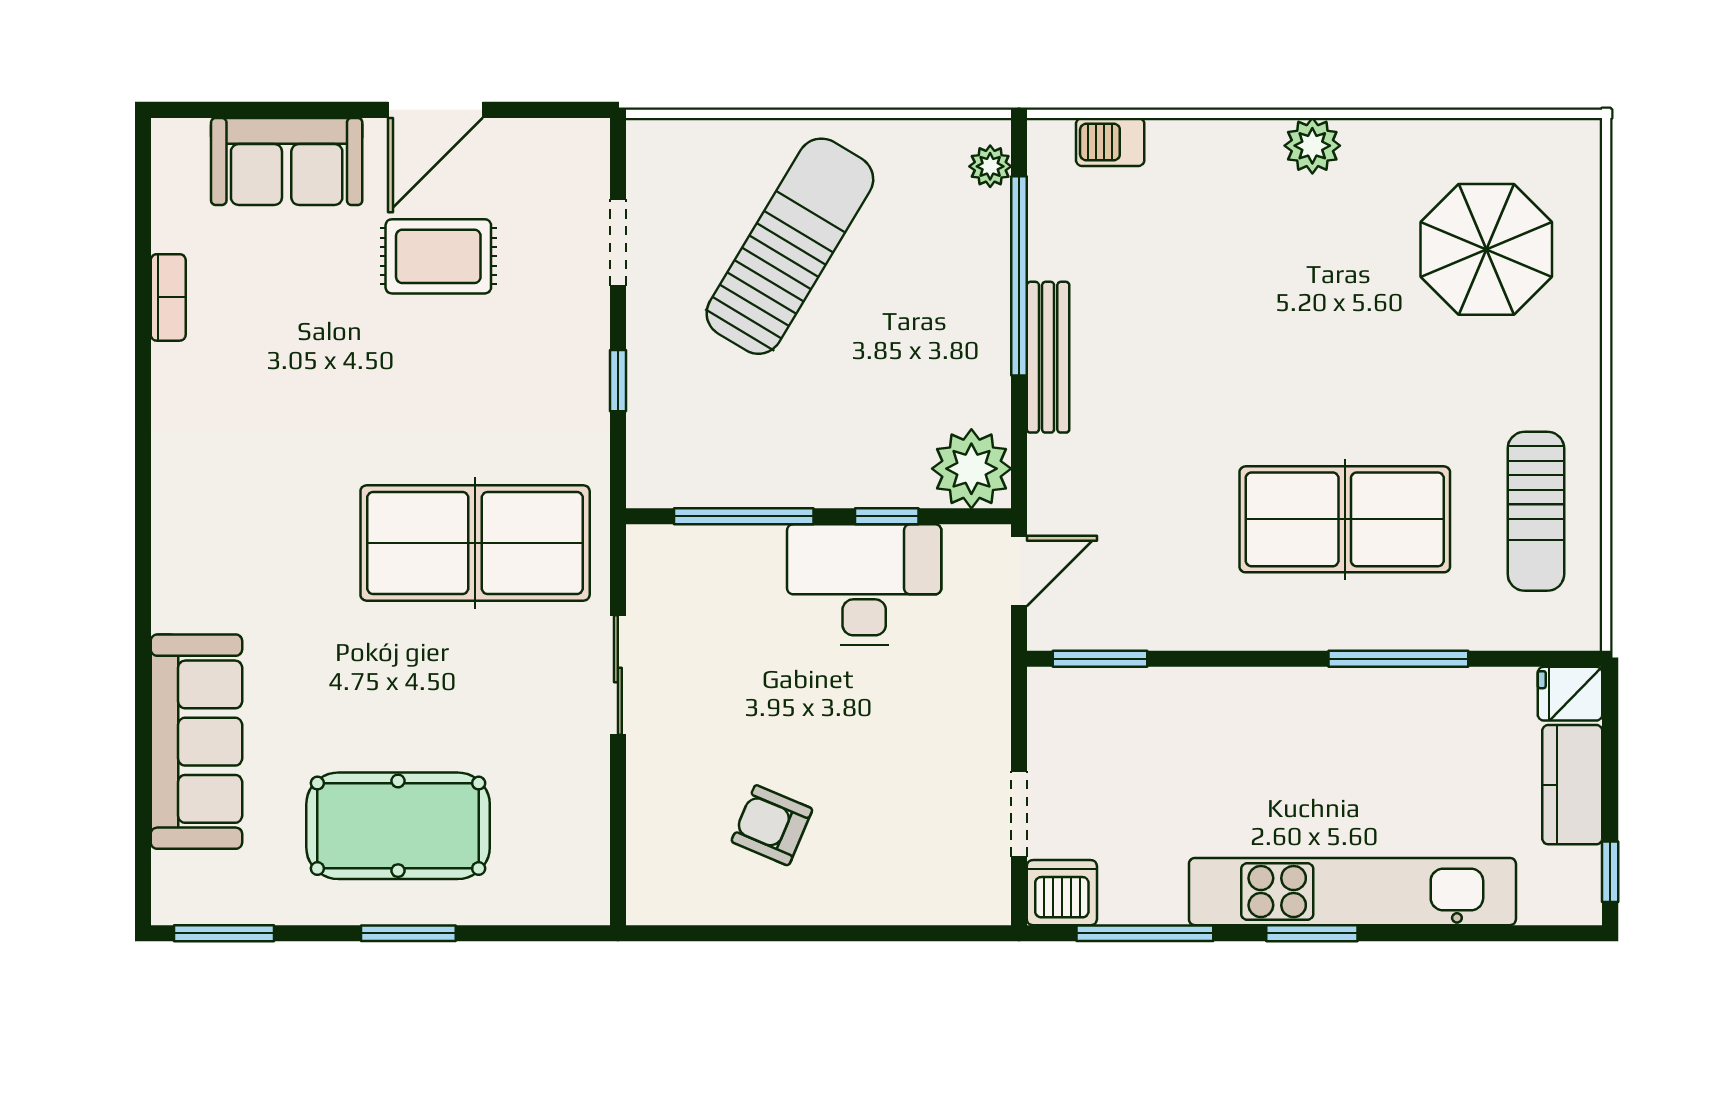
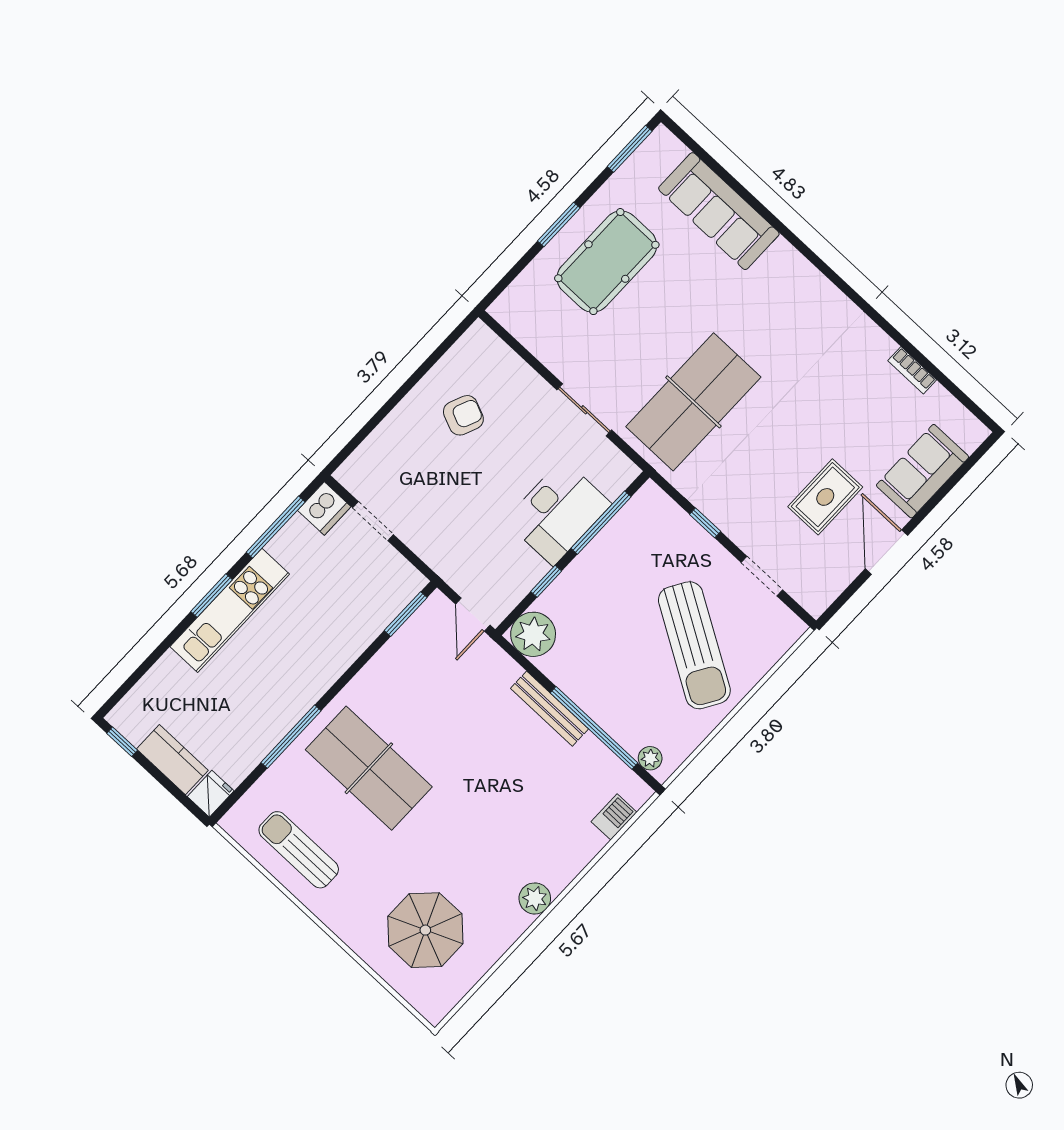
table tennis table: (1345, 519) -> (369, 768), turned 90
desk: (864, 585) -> (558, 512), moved
kitchen unit: (1352, 892) -> (230, 610), width x0.73

